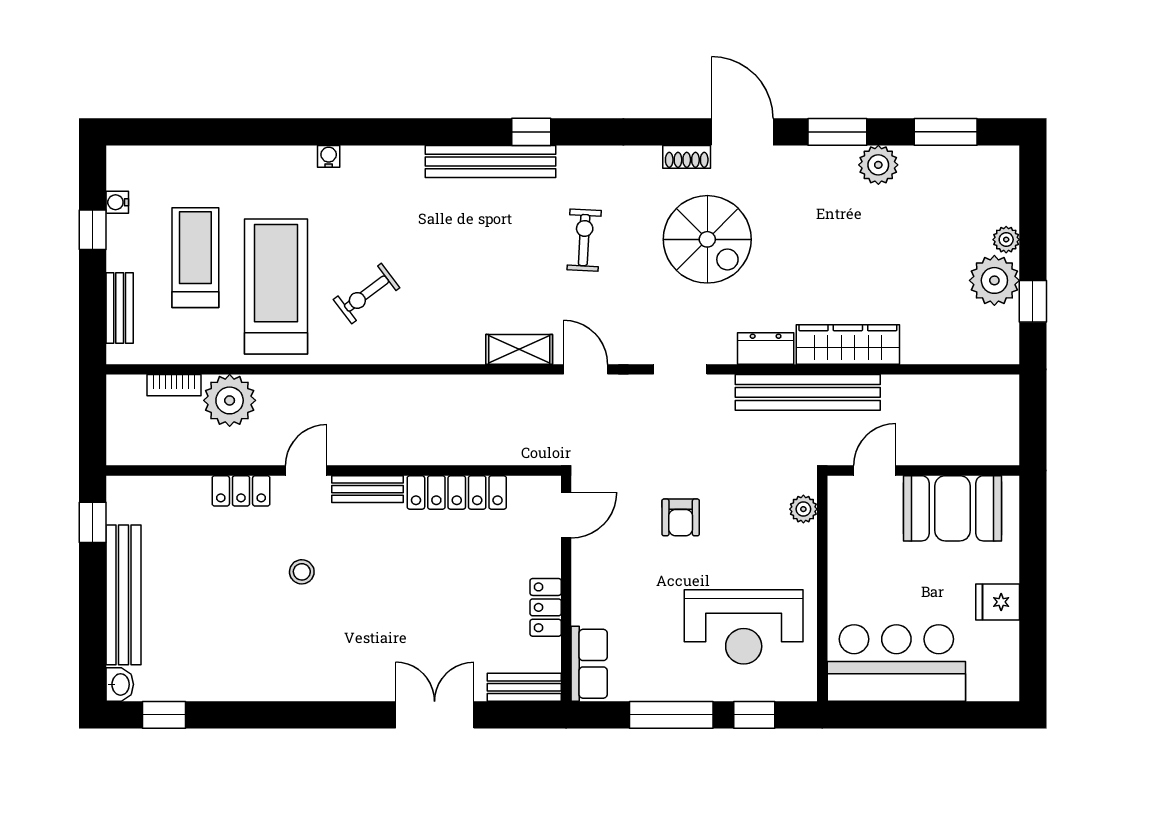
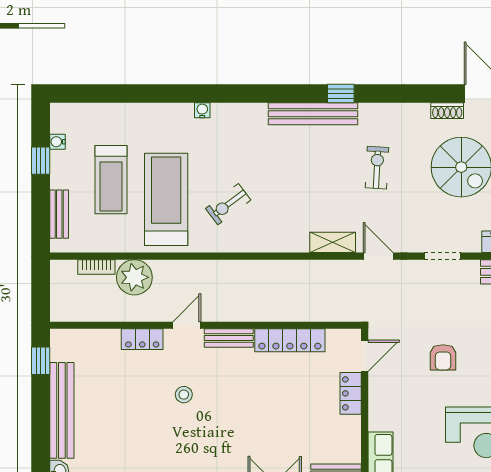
treadmill: (195, 258) -> (111, 180), turned 180
locker: (546, 607) -> (351, 393), moved

